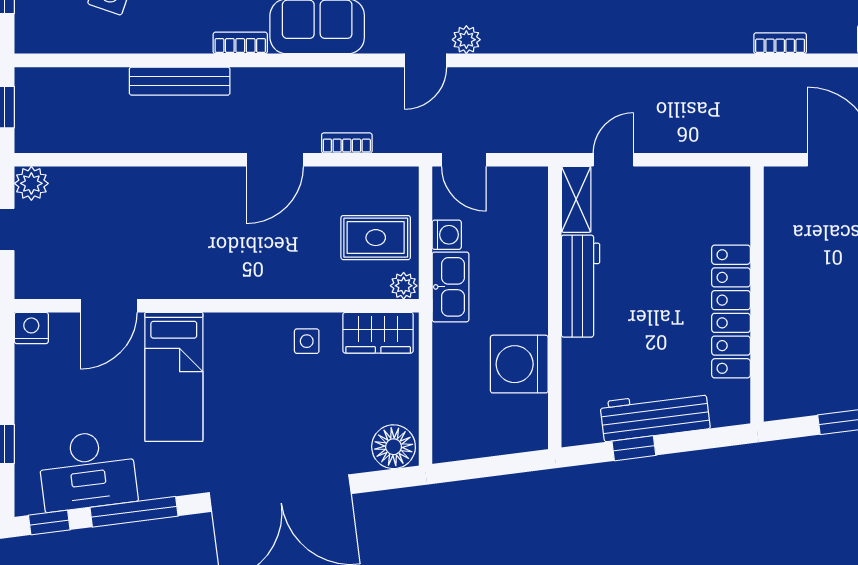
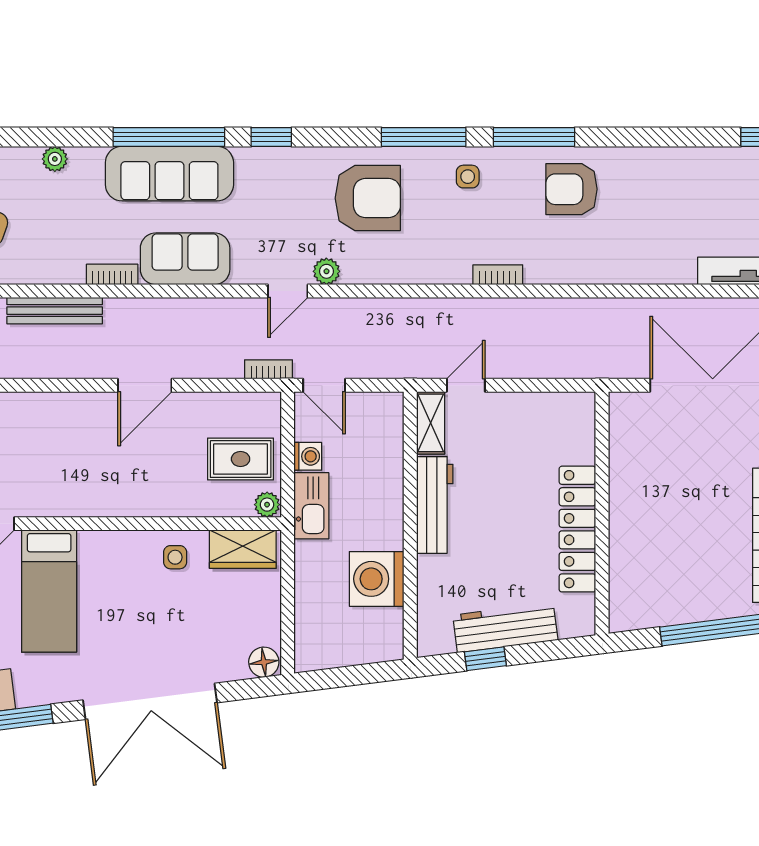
bookcase: (780, 43) -> (498, 275), moved
bookcase: (347, 143) -> (268, 369), moved
floor lamp: (394, 447) -> (264, 662), width x0.73, depth x0.73

